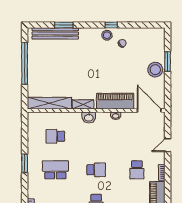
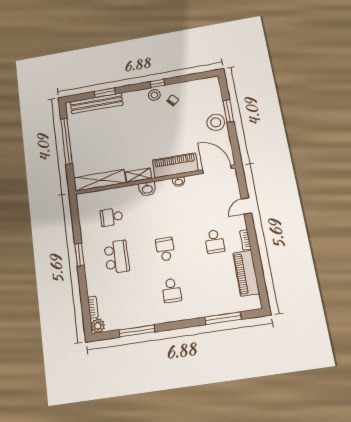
school desk: (55, 170) -> (117, 257), turned 90
school desk: (96, 170) -> (165, 249), turned -90

